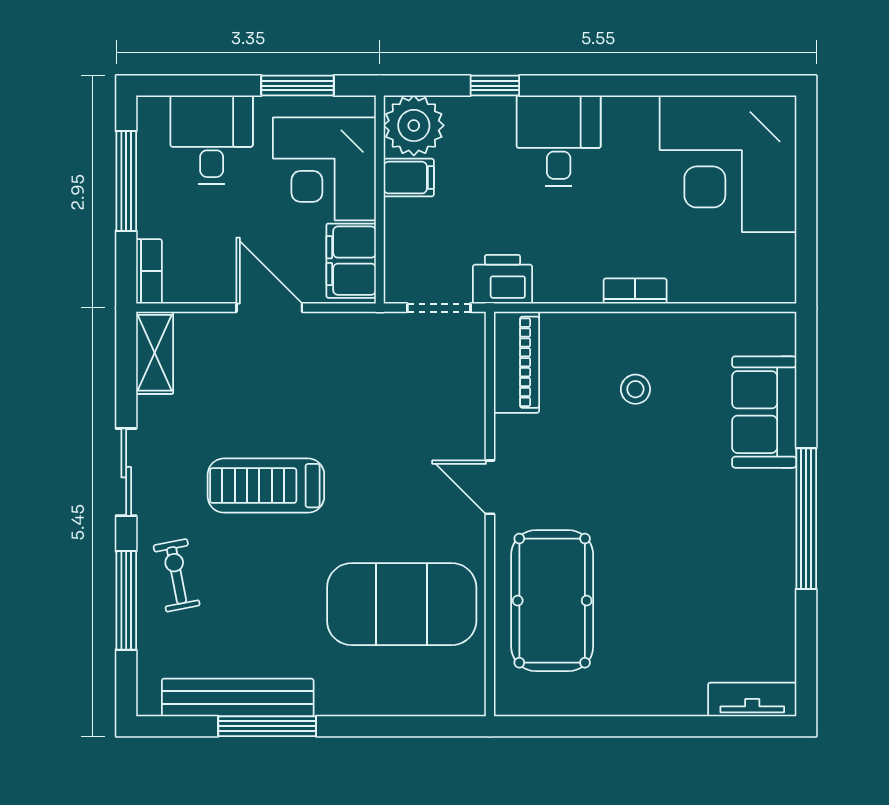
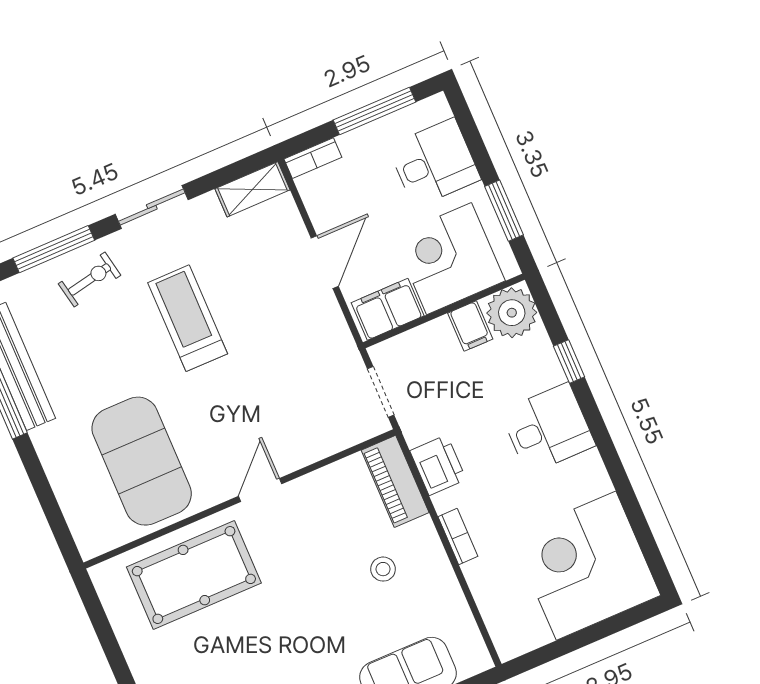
printer: (502, 279) -> (438, 465), moved
piano: (516, 362) -> (395, 481), moved, turned 90

